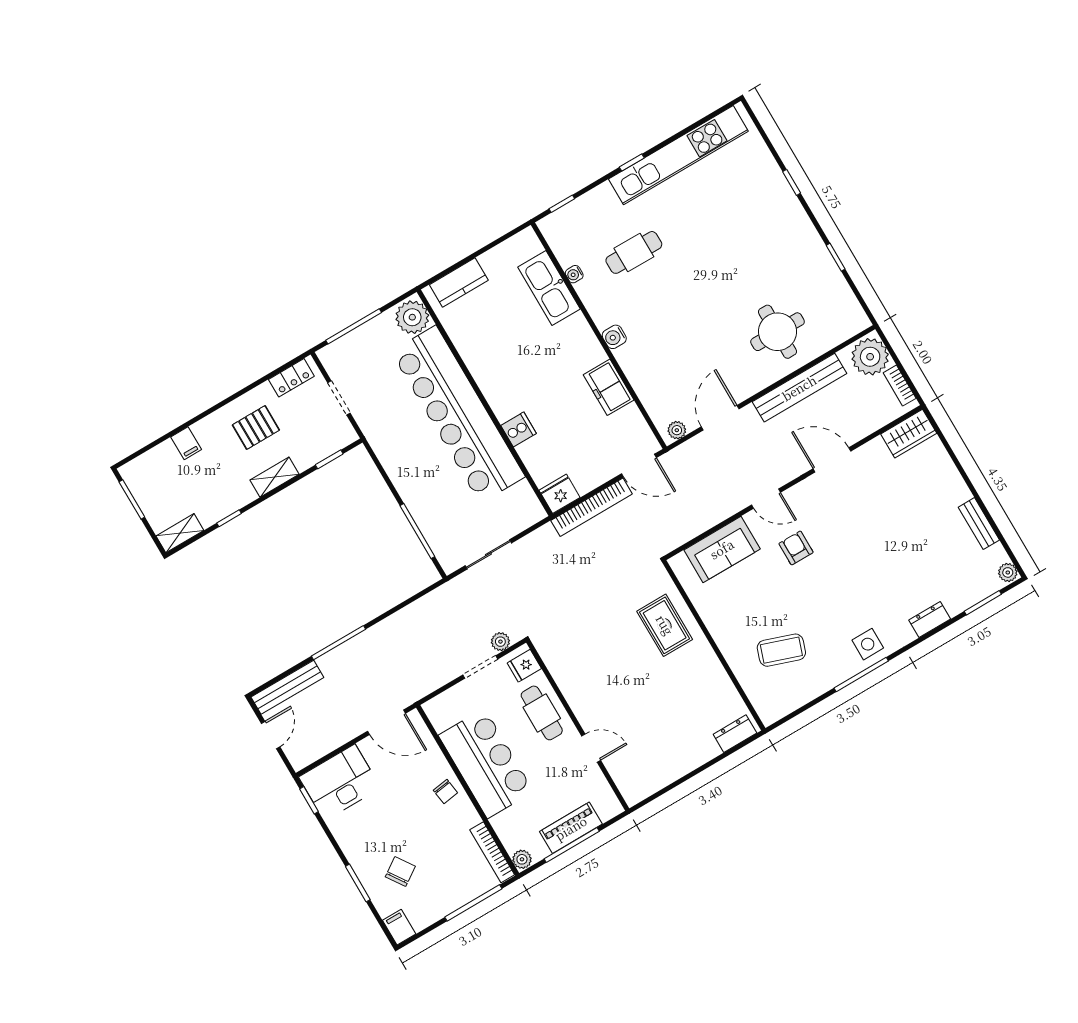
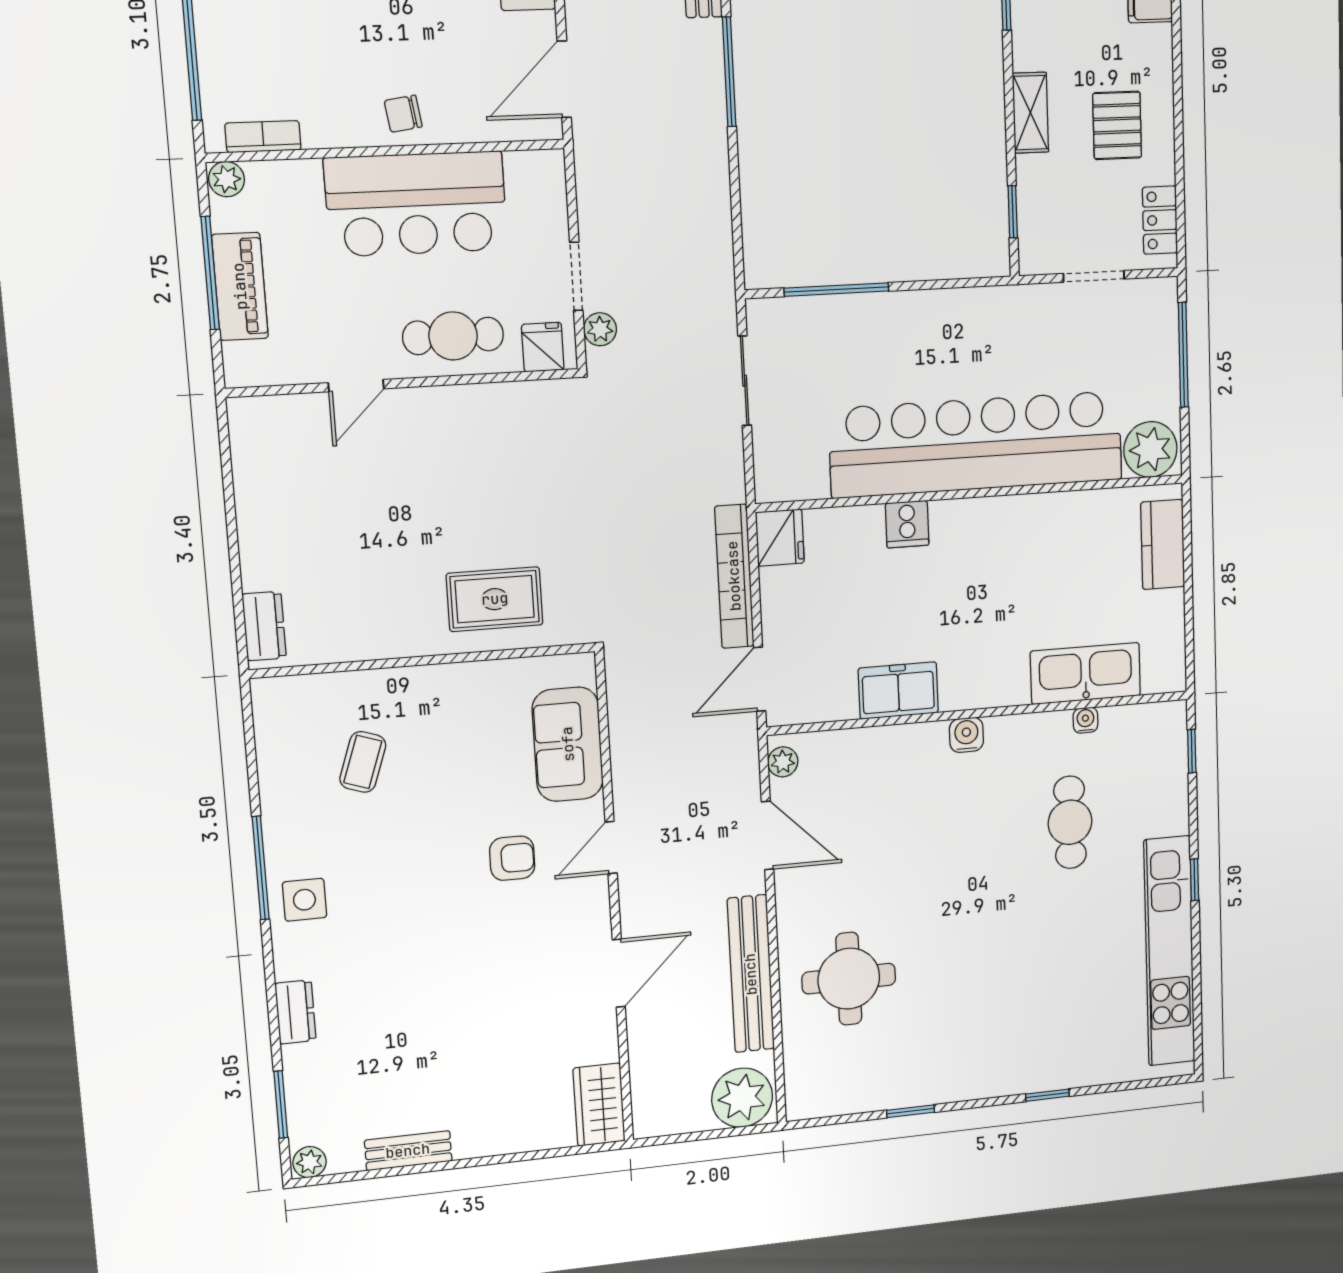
bookcase: (900, 386) -> (677, 1122), removed
coffee table: (781, 650) -> (363, 762), width x0.73, depth x0.77
bookcase: (492, 852) -> (263, 137), width x0.64

